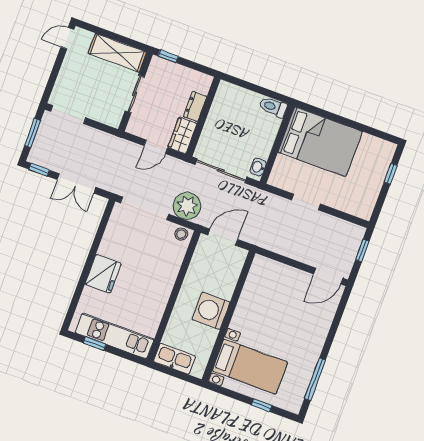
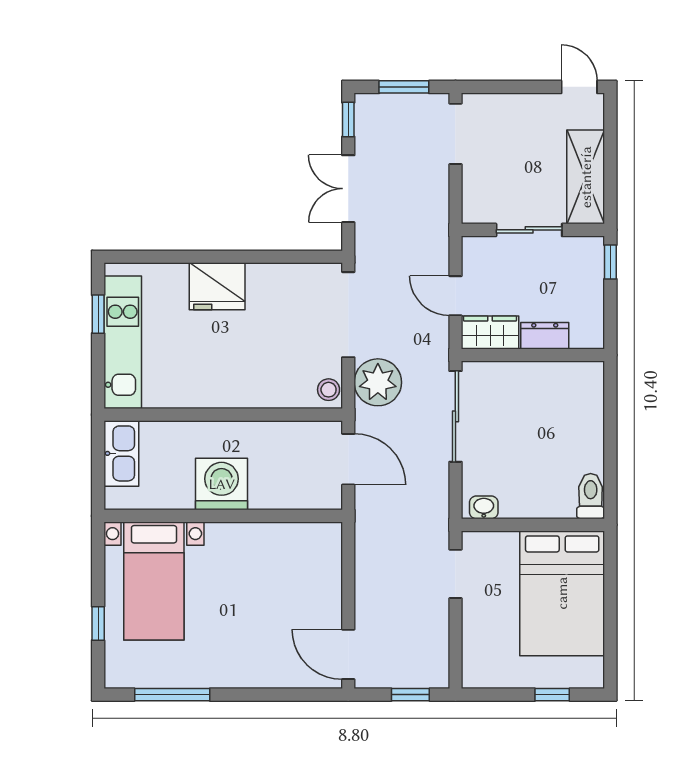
toilet: (273, 107) -> (591, 496), moved
bed: (320, 142) -> (562, 593), moved
wall: (277, 144) -> (533, 525), moved
washbasin: (258, 167) -> (484, 507), moved

